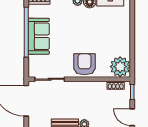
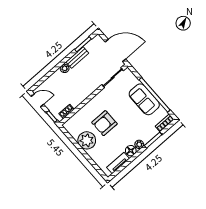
armchair: (84, 64) -> (104, 123), moved, turned 90
plant: (120, 67) -> (87, 140), moved

